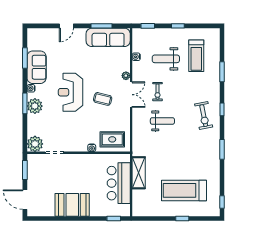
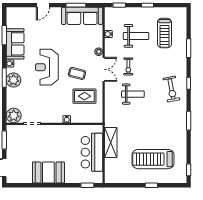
weight bench: (166, 59) -> (136, 36), turned 180
rug: (112, 139) -> (84, 96), moved

